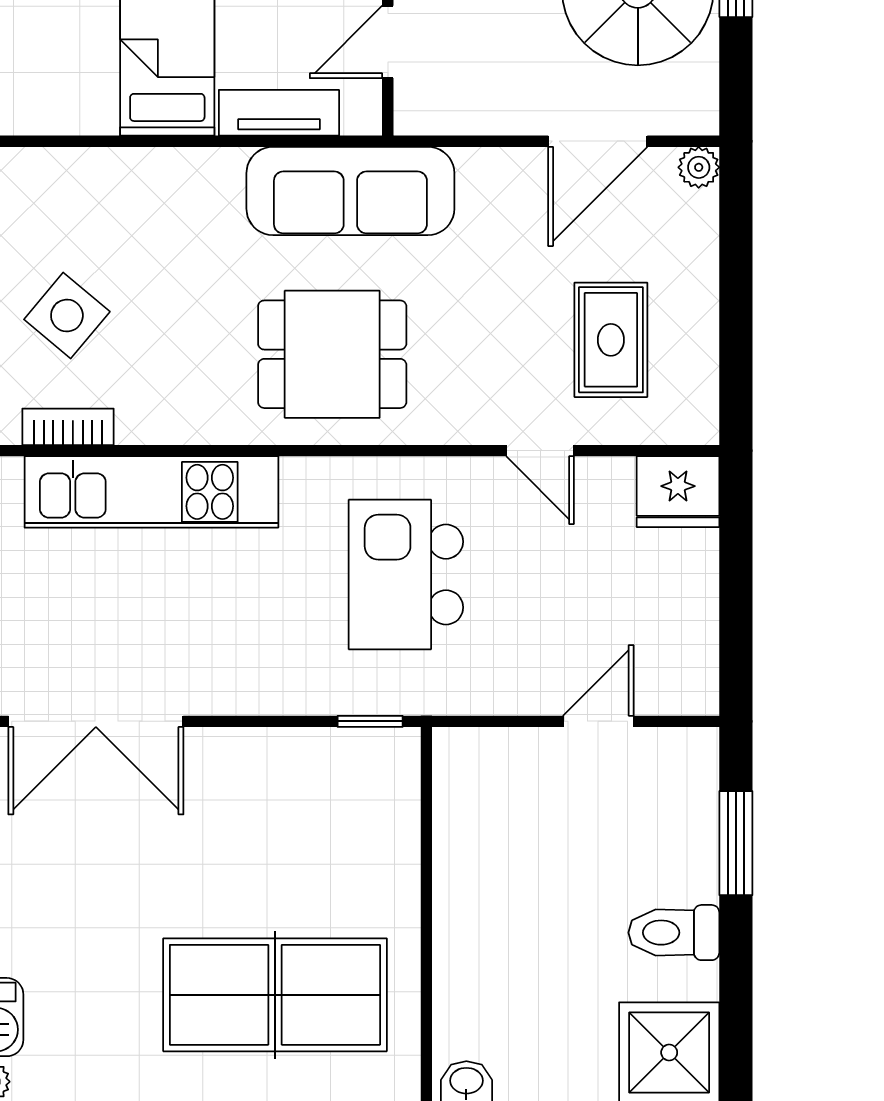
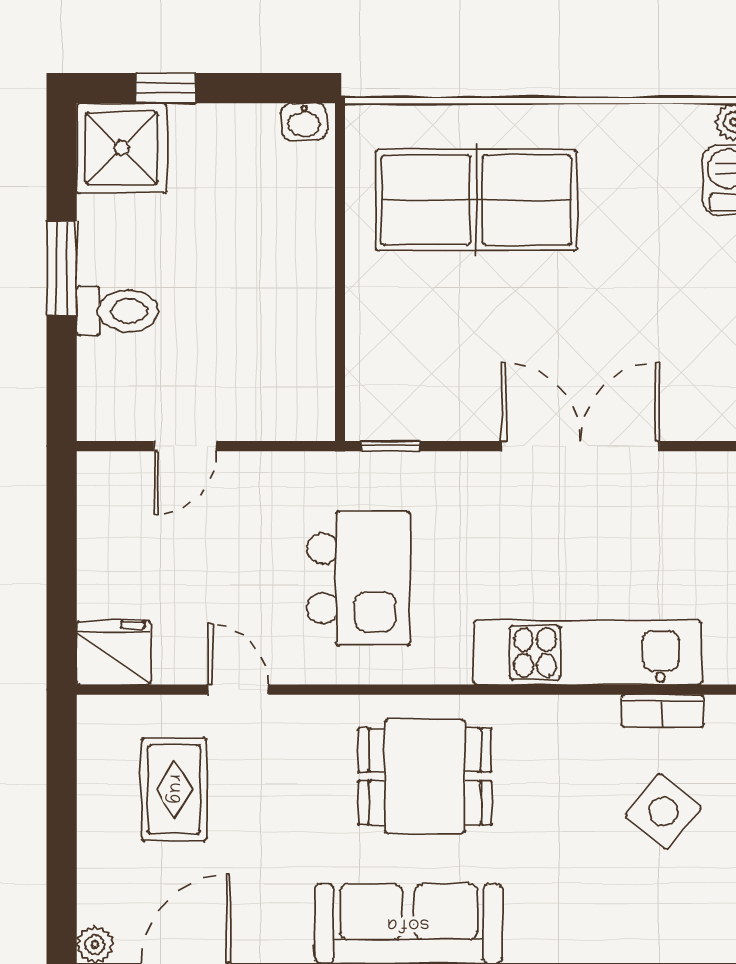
double door: (96, 721) -> (581, 446), moved
window: (736, 843) -> (62, 268), moved
toilet: (674, 933) -> (117, 311), moved

